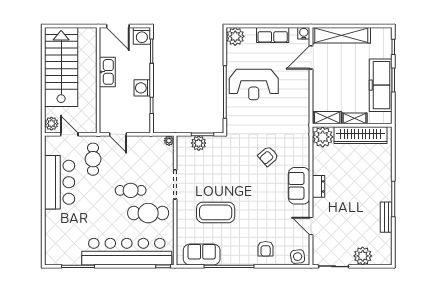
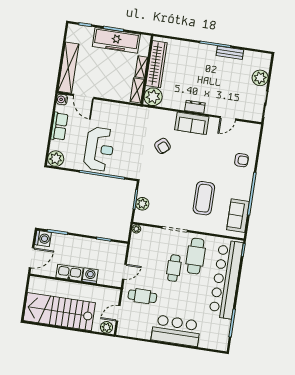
washing machine: (142, 88) -> (90, 276), moved, turned 180
bar counter: (60, 182) -> (176, 331), moved
side table: (298, 257) -> (252, 134), removed

